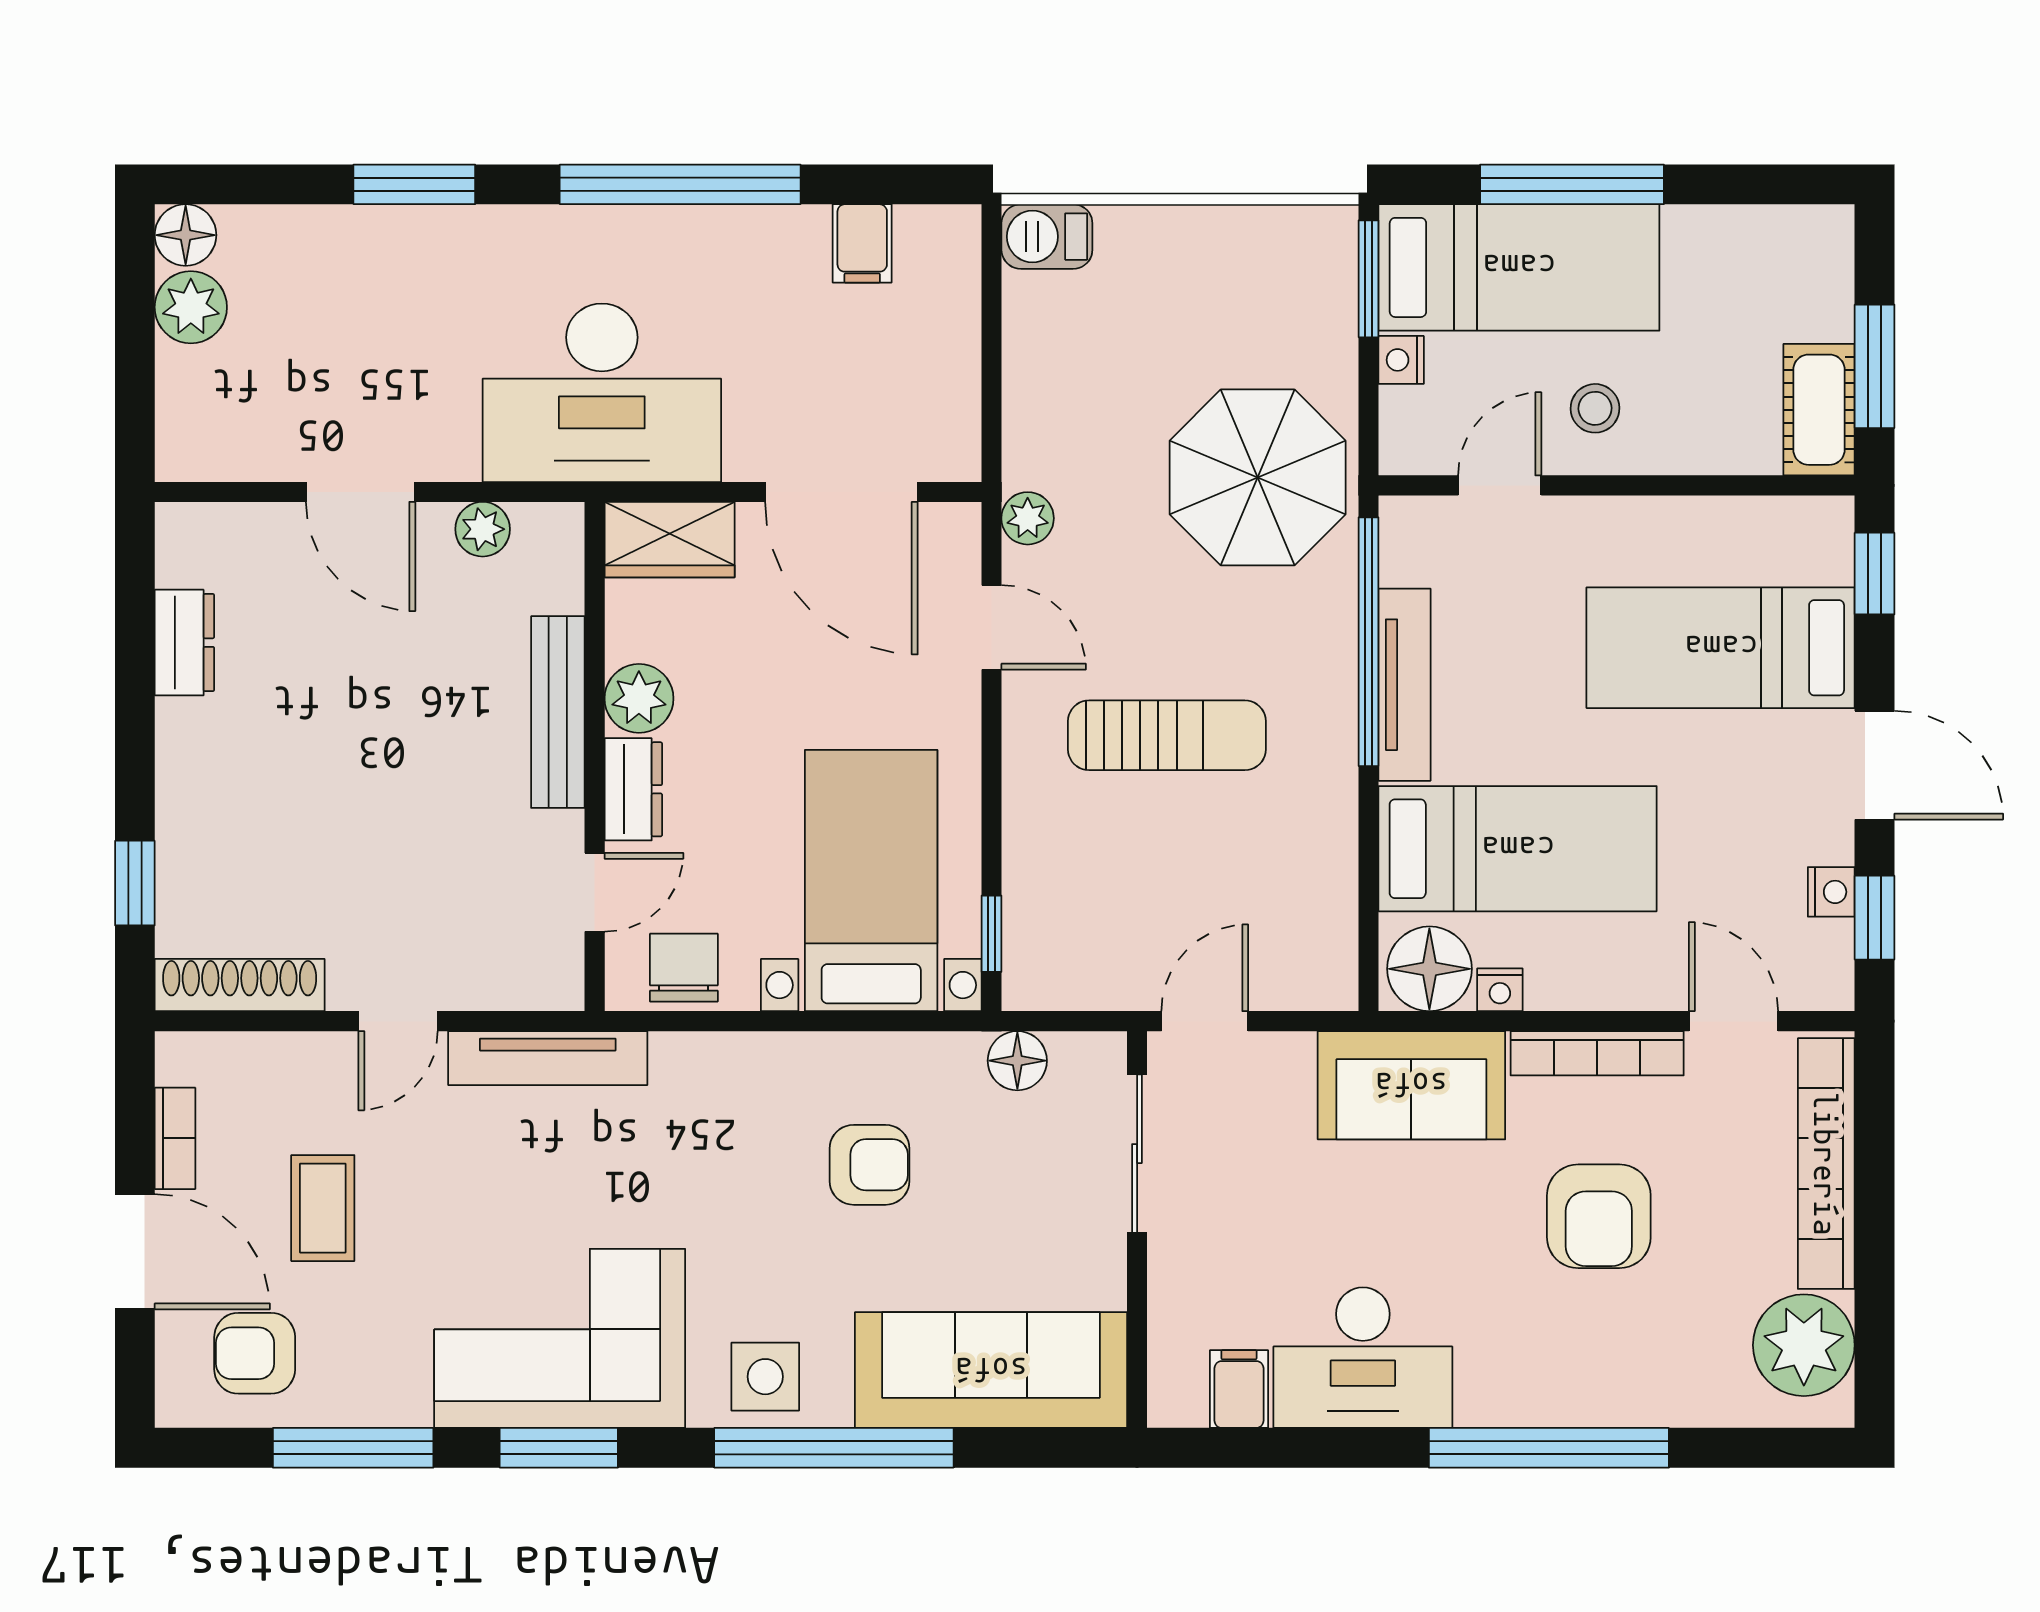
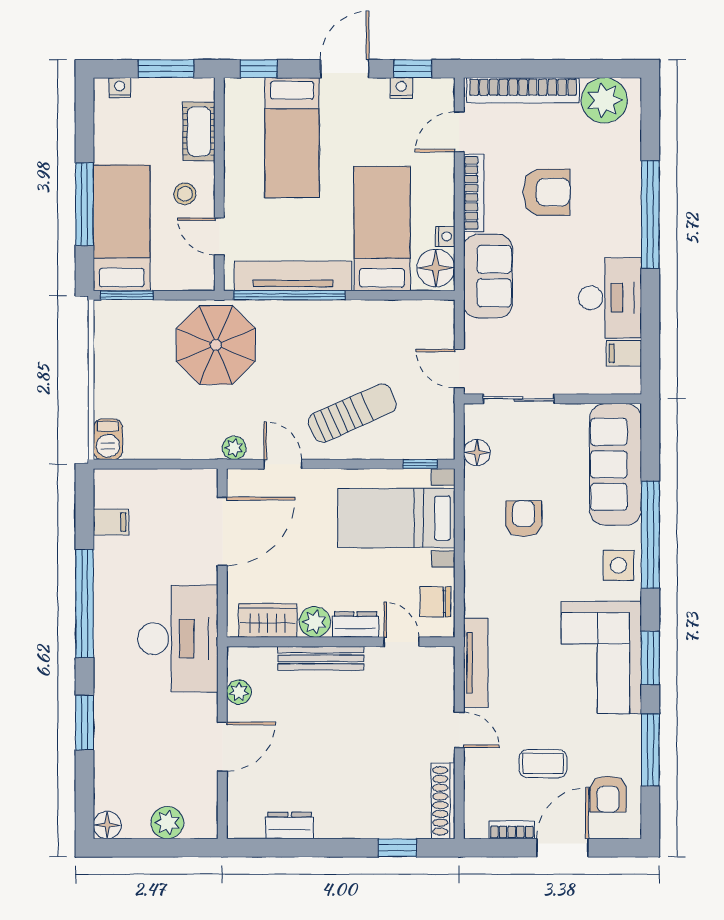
plant: (191, 307) -> (167, 823), moved
nightstand: (1401, 360) -> (120, 88), moved, turned 180
cot: (1819, 410) -> (199, 131), moved, turned 90
wardrobe: (670, 540) -> (268, 620), moved, turned -90
door: (992, 627) -> (283, 464), hinge flipped
tv unit: (1405, 685) -> (293, 276), width x1.36, depth x1.29
sun lounger: (1167, 735) -> (352, 413), moved, turned 66

